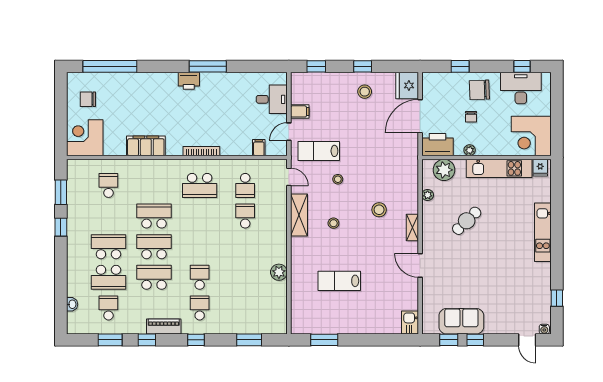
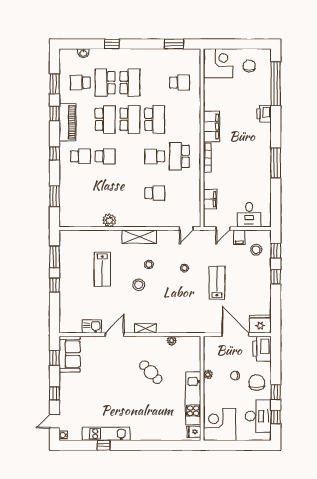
window: (363, 66) -> (276, 277), moved
window: (460, 66) -> (276, 392), moved
printer: (189, 81) -> (264, 114), moved
stool: (365, 92) -> (256, 250), moved
door: (289, 132) -> (223, 228), swing flipped
printer: (437, 145) -> (262, 349), moved, turned 180
filing cabinet: (146, 146) -> (211, 126), moved
filing cabinet: (259, 148) -> (210, 199), width x2.00
lab bench: (319, 151) -> (217, 283), moved
plant: (444, 170) -> (192, 354), removed
school desk: (245, 185) -> (155, 156), moved
stool: (379, 210) -> (139, 285), moved
shelving: (299, 215) -> (139, 237), moved
window: (61, 227) -> (112, 44), moved
kitchen unit: (543, 232) -> (106, 434), moved
lab bench: (339, 281) -> (102, 269), turned 180
window: (557, 298) -> (104, 445), moved
school desk: (108, 308) -> (80, 83), turned 180
sofa: (461, 321) -> (70, 354), moved
kitchen sink: (410, 323) -> (92, 326), moved
piano: (164, 326) -> (67, 122), width x1.37, depth x1.33
window: (359, 340) -> (55, 285), added
window: (475, 340) -> (55, 394), moved

